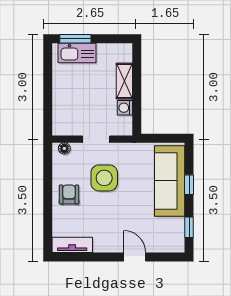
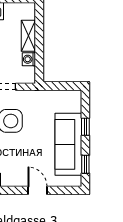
sofa: (170, 181) -> (68, 144), moved

